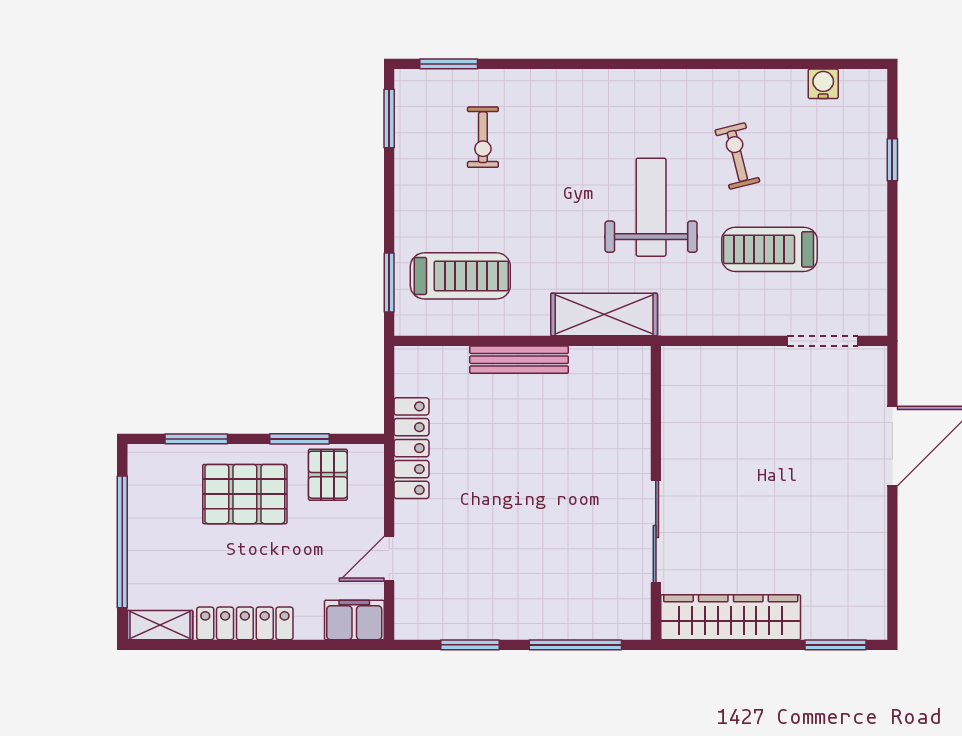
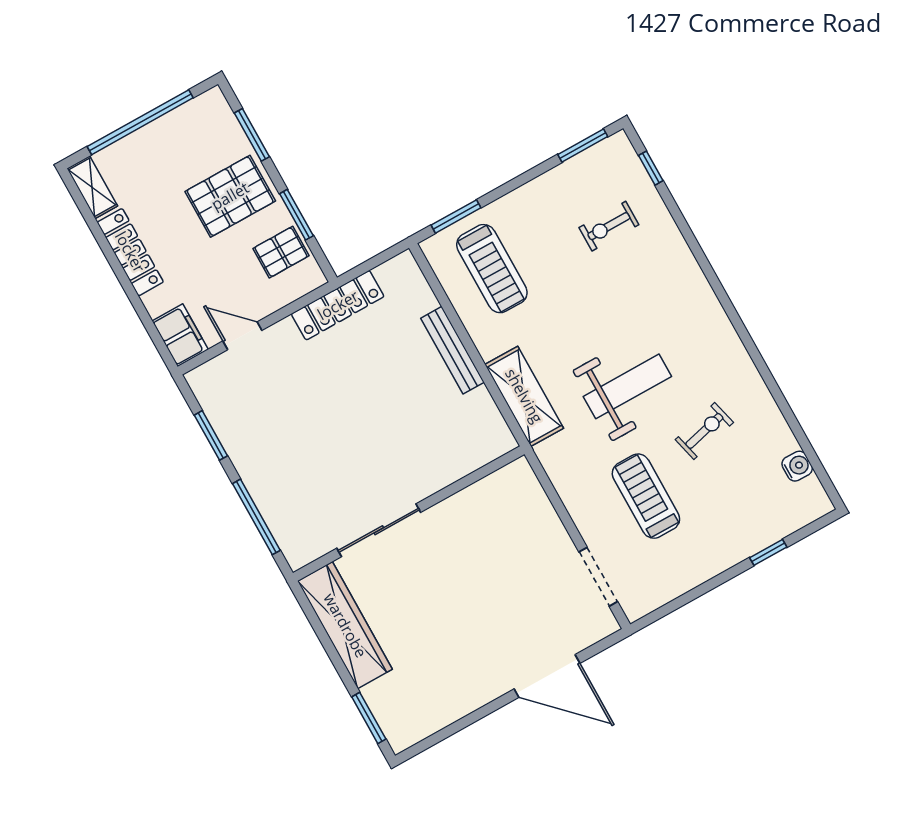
window: (449, 64) -> (651, 168), width x0.67
pallet: (245, 494) -> (230, 196), turned 90

